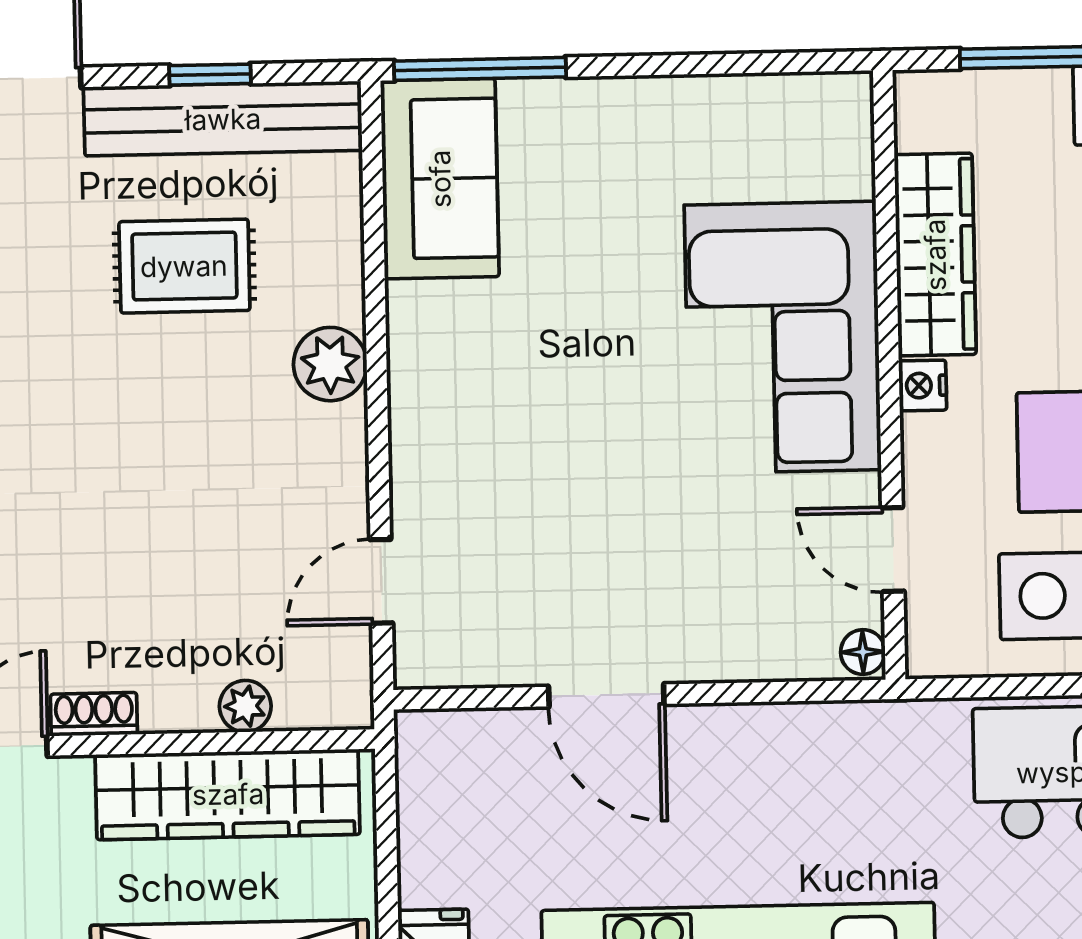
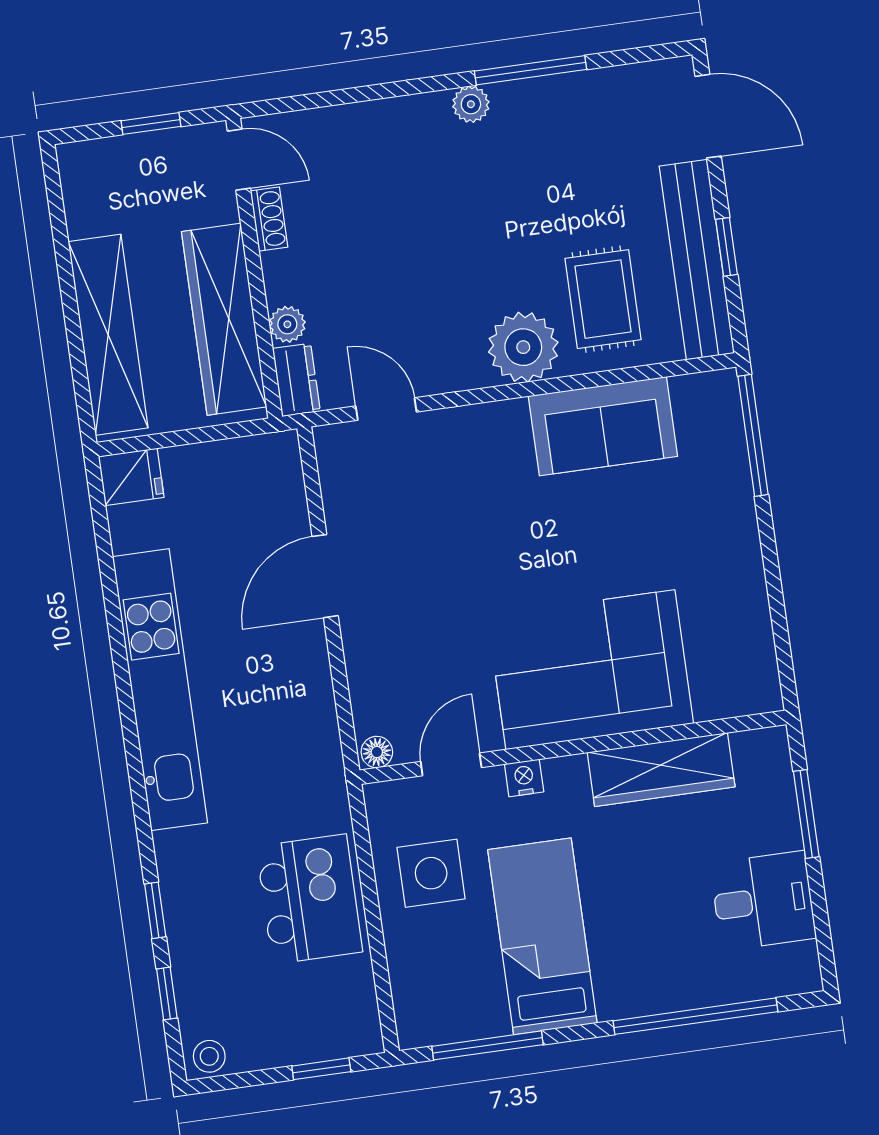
sofa: (440, 179) -> (603, 426), moved
rug: (184, 266) -> (603, 299), moved
plant: (330, 364) -> (523, 347), width x1.36, depth x1.36
nightstand: (923, 386) -> (524, 778), moved
dresser: (325, 703) -> (296, 380), added

